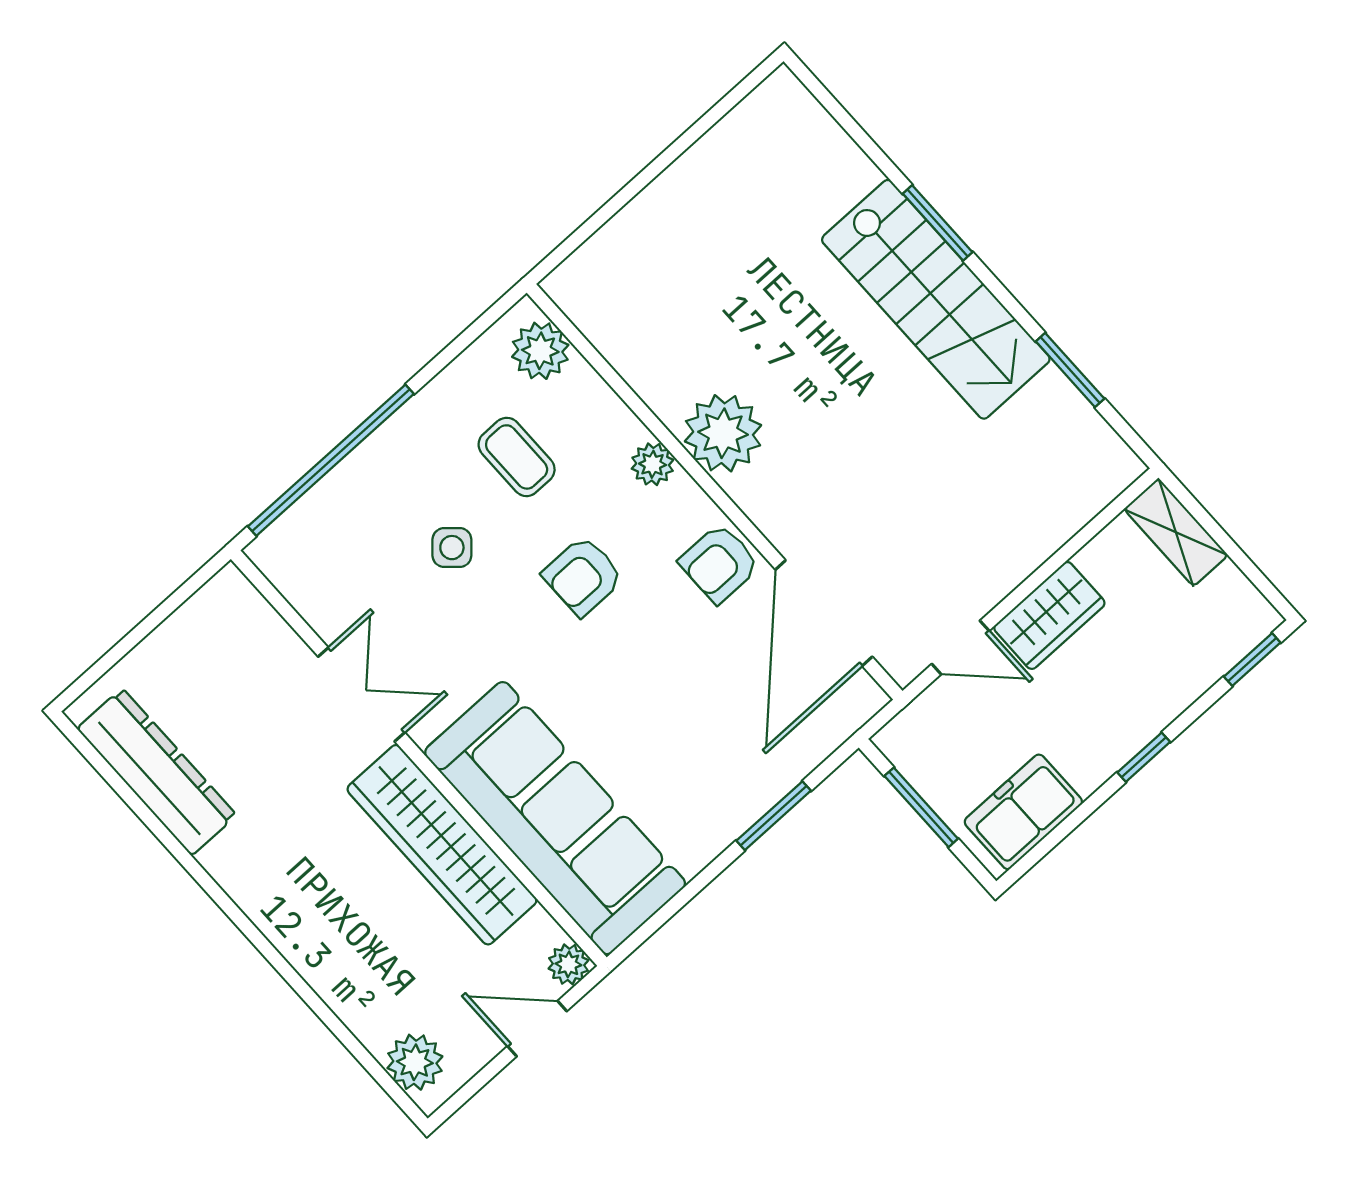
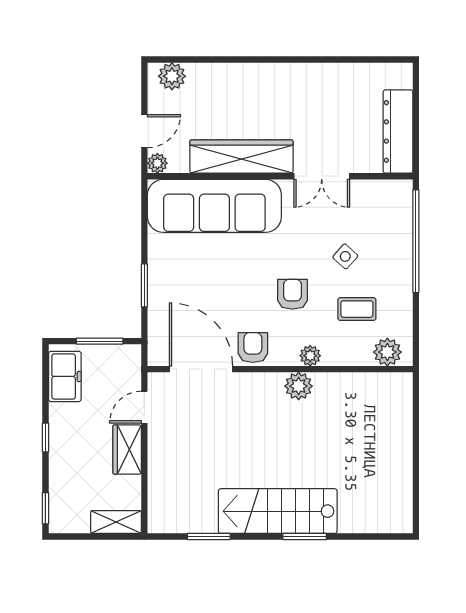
plant: (723, 433) -> (299, 386), width x0.73, depth x0.73
dresser: (157, 772) -> (398, 131), moved, turned 90

